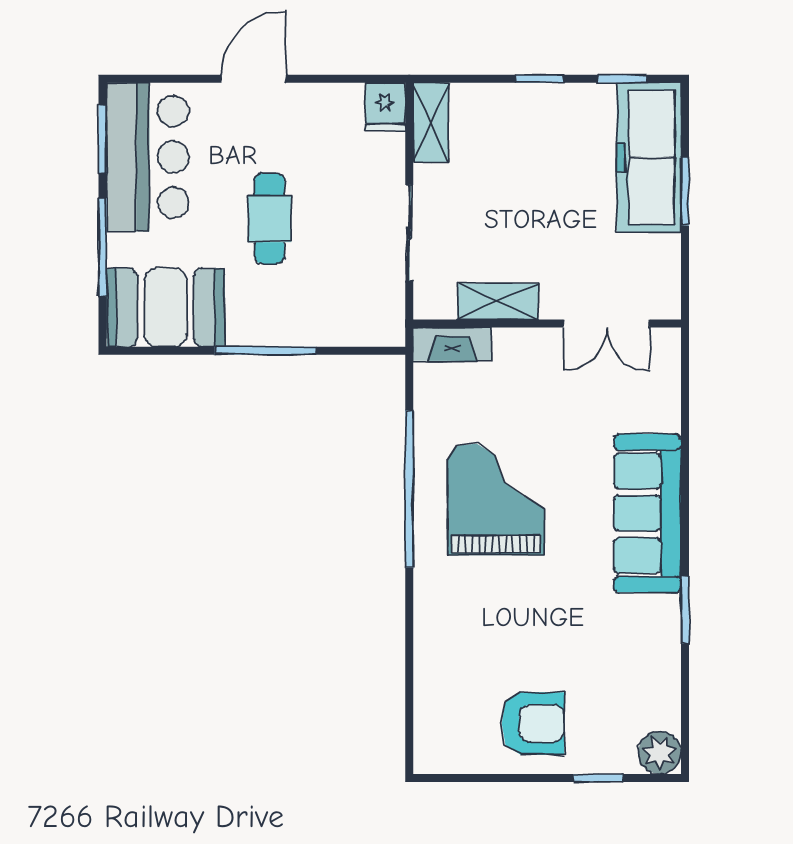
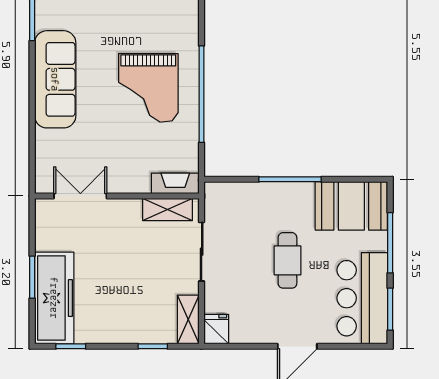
window: (540, 79) -> (153, 346), moved
shelving: (498, 301) -> (168, 209), moved

